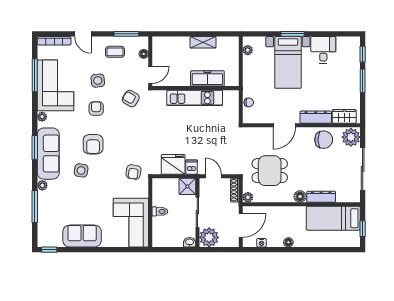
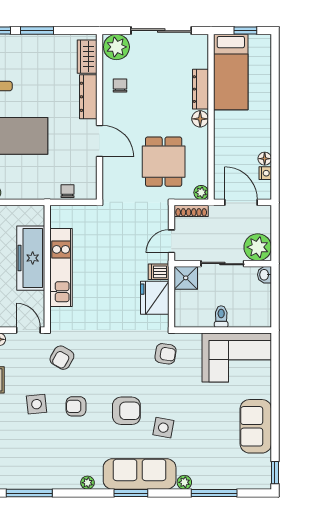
freezer: (207, 78) -> (31, 258), width x1.36, depth x1.26
corner sofa: (55, 85) -> (43, 464), removed
chair: (324, 140) -> (120, 86), width x0.54, depth x0.54
floor lamp: (288, 242) -> (265, 159), moved

